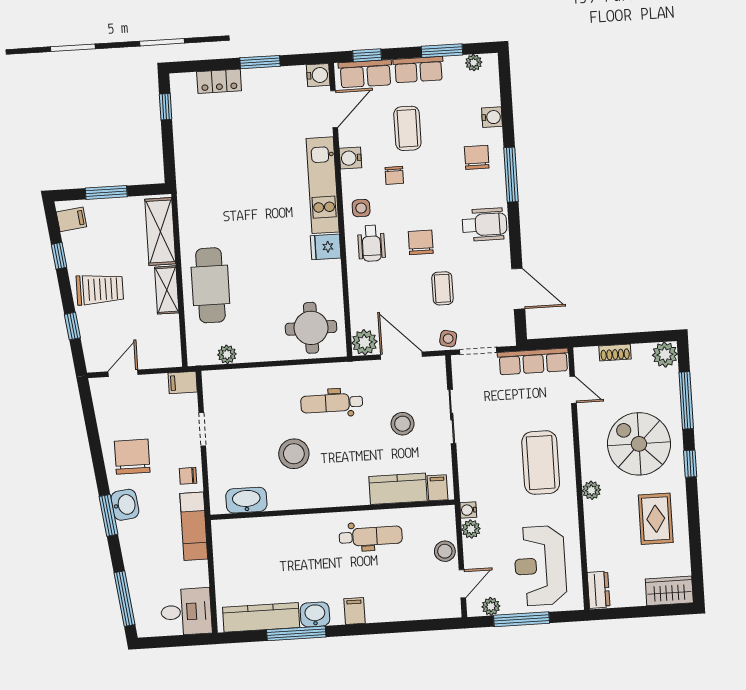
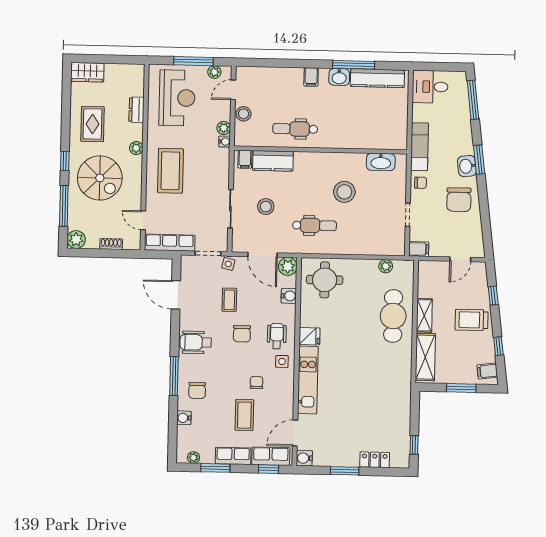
water cooler: (350, 158) -> (289, 296), moved
dresser: (599, 590) -> (136, 110), moved

